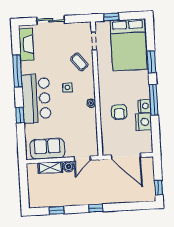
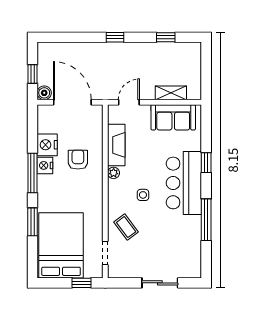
fireplace: (26, 45) -> (116, 145), moved, turned 180
boiler: (69, 167) -> (44, 93), moved
window: (159, 188) -> (33, 74), moved

